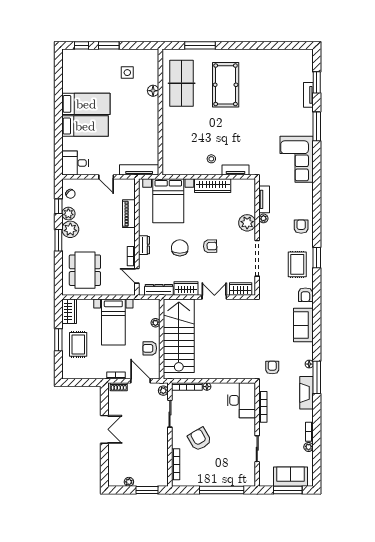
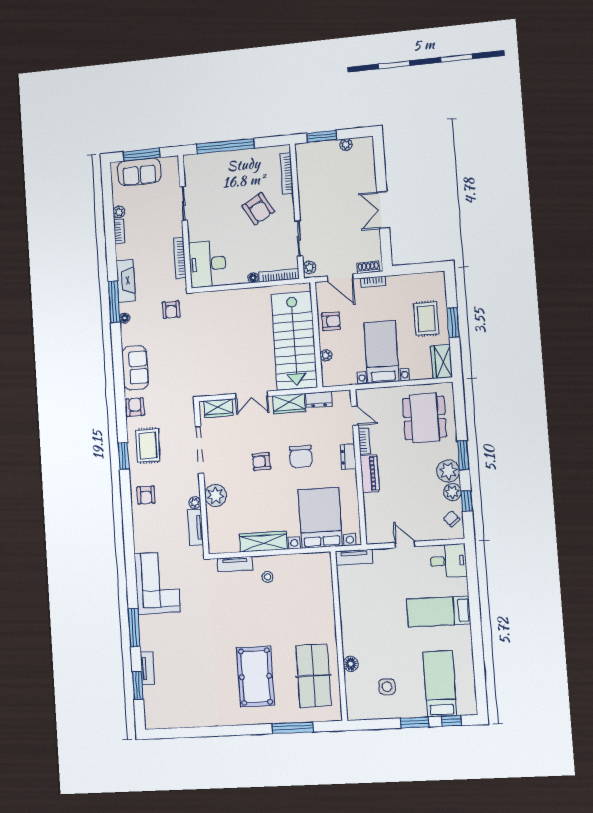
bed: (86, 104) -> (440, 684), moved, turned 90
tv unit: (139, 170) -> (354, 557), width x0.71
piano: (129, 214) -> (370, 474), moved
dresser: (159, 290) -> (319, 400), width x0.70

